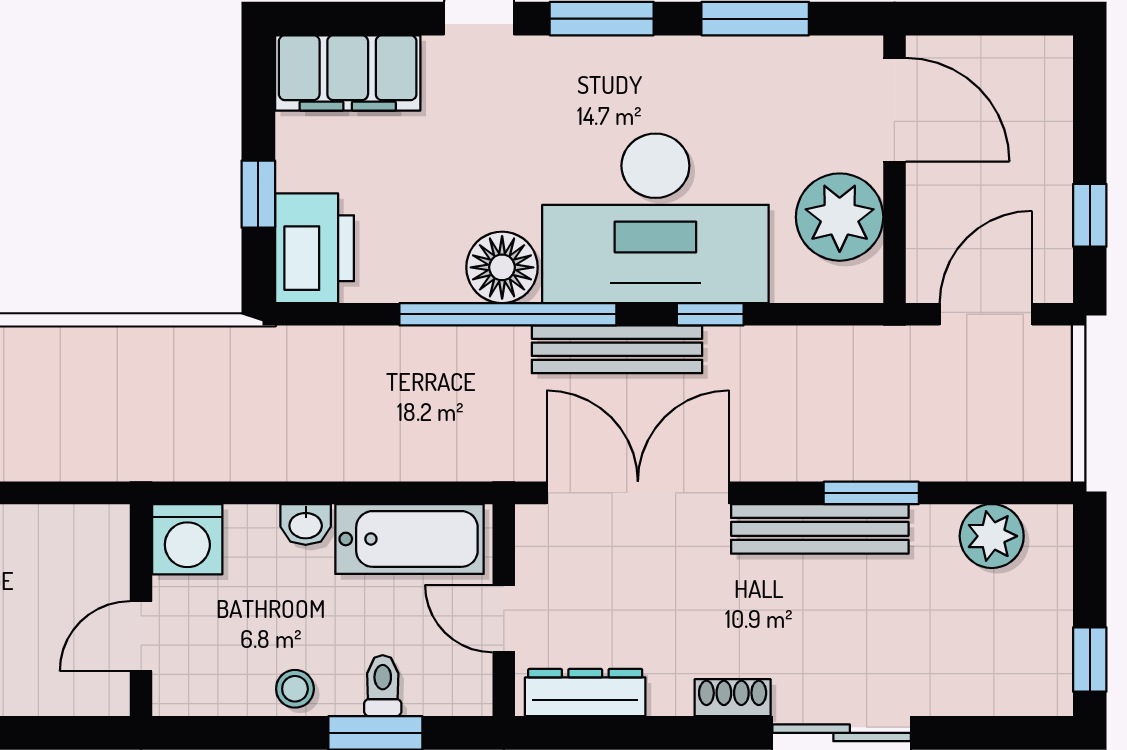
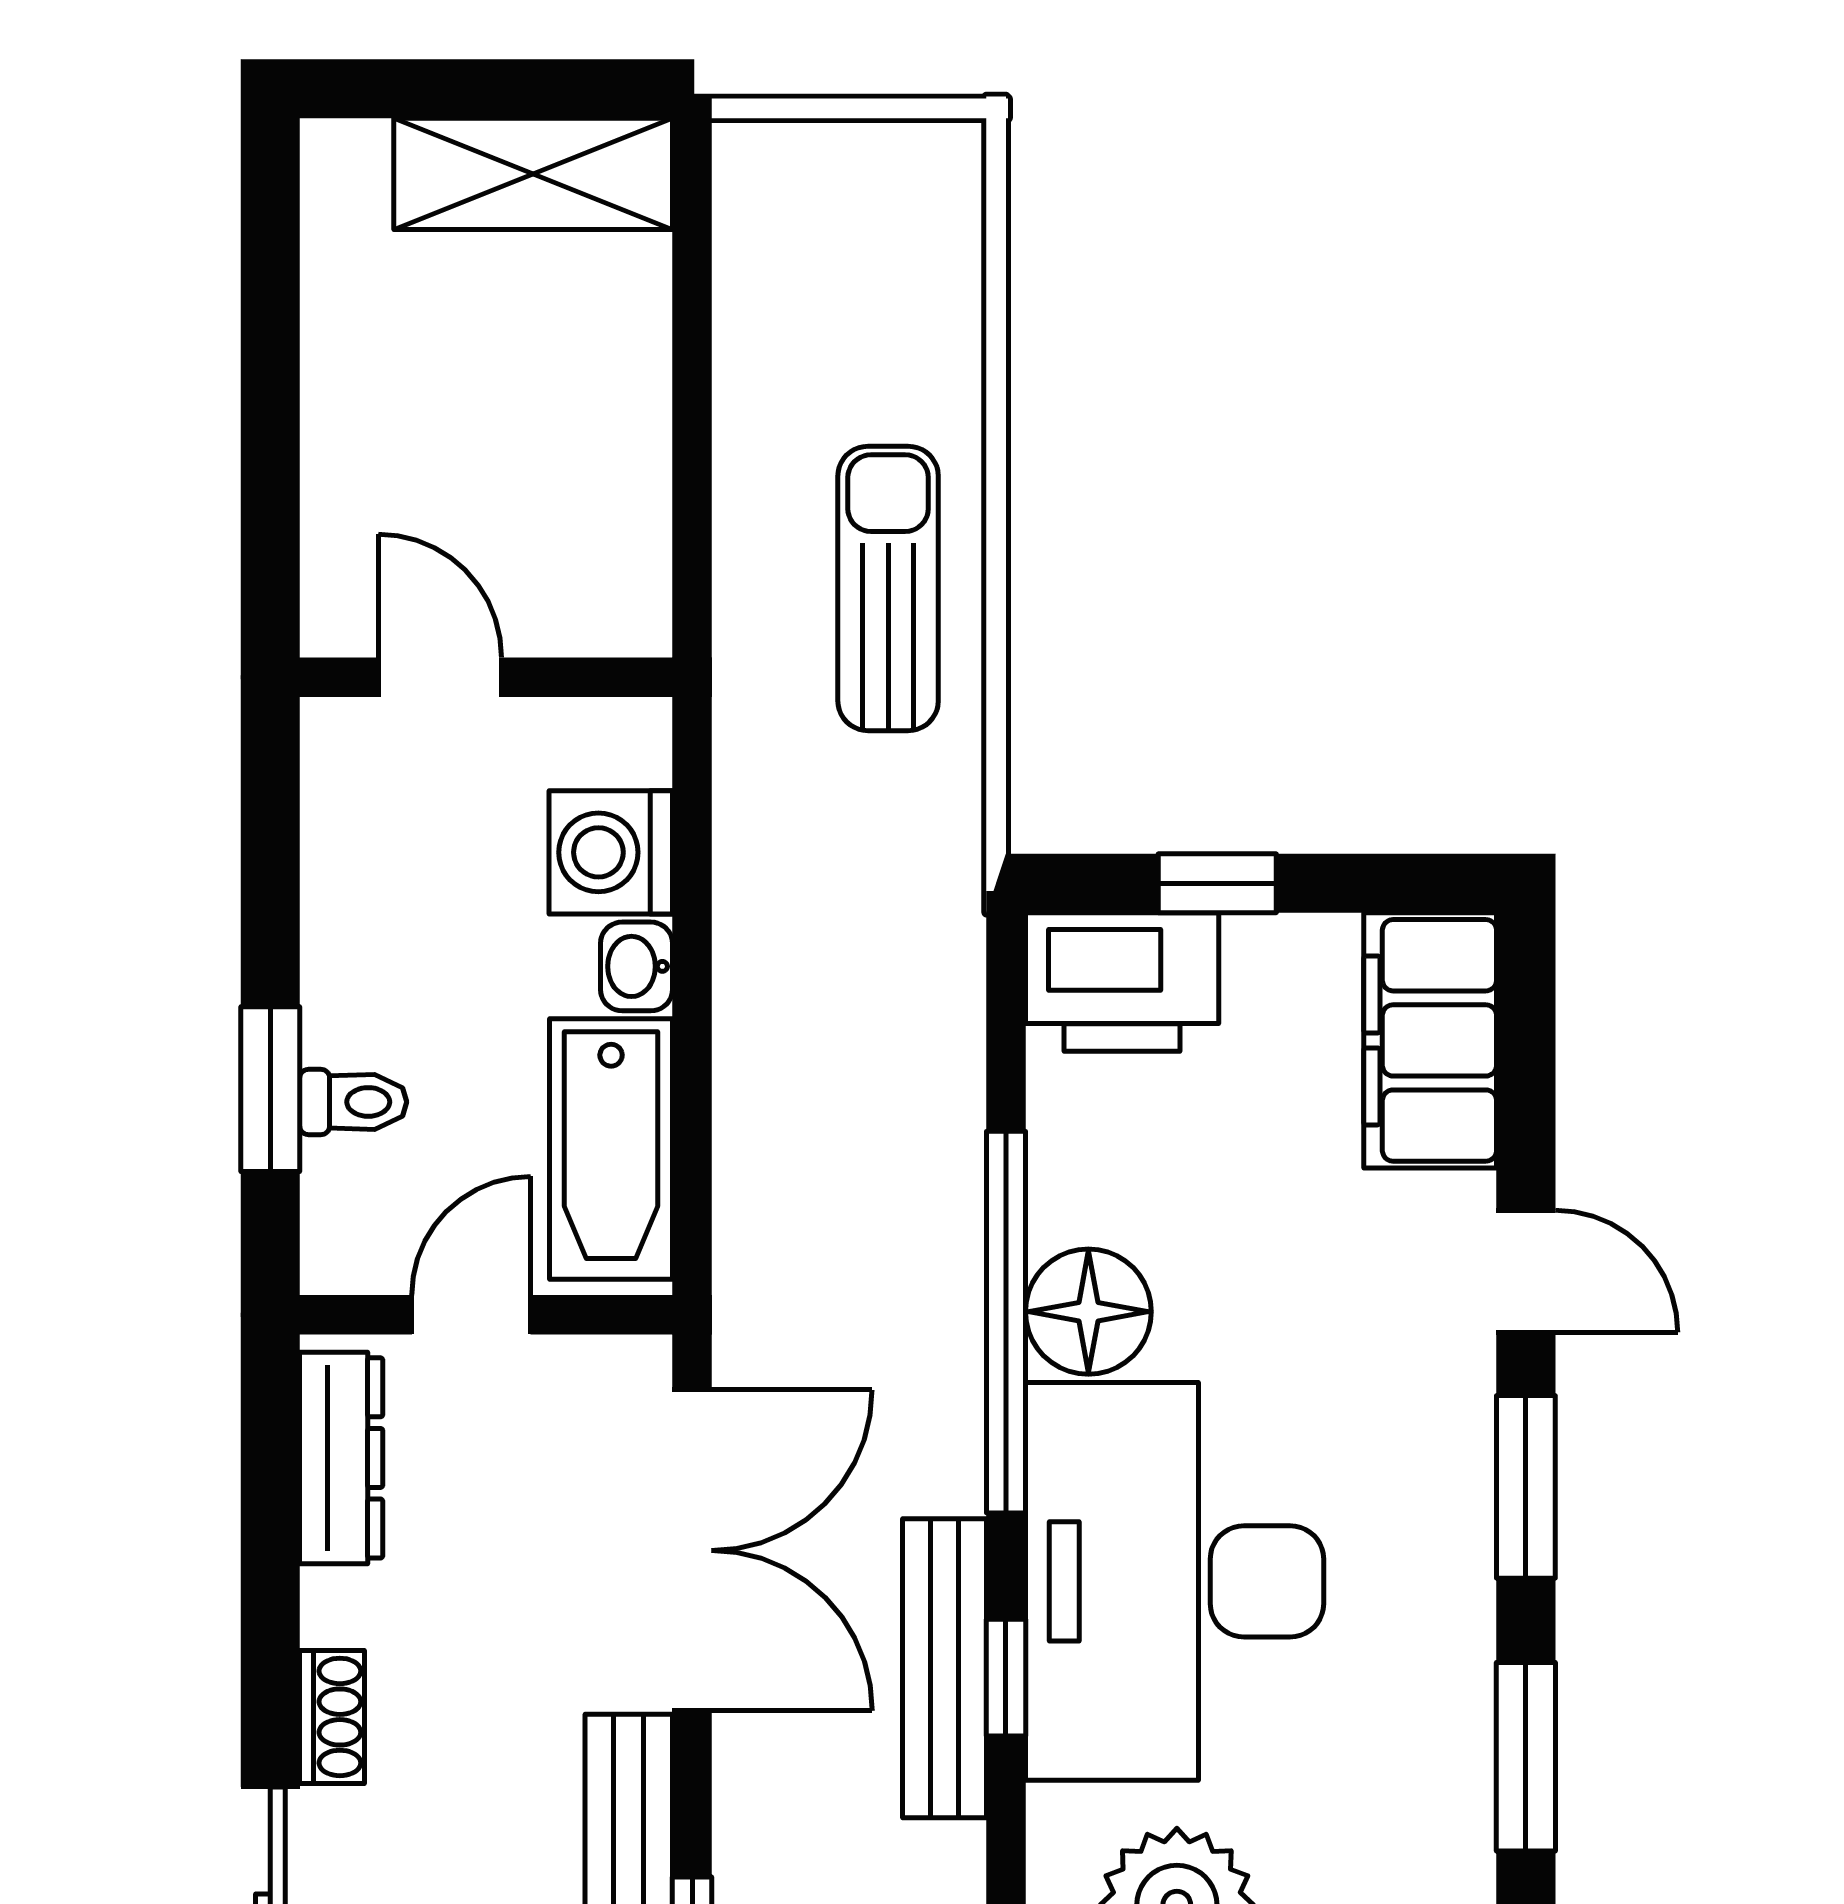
bench: (617, 349) -> (944, 1668), moved
sun lounger: (91, 381) -> (888, 588), added
washing machine: (187, 539) -> (611, 852), moved
stool: (295, 689) -> (348, 948), removed

